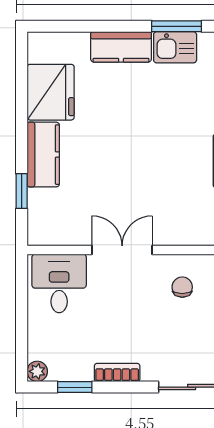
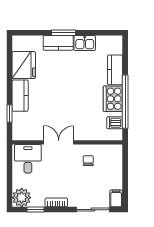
window: (177, 26) -> (63, 33), moved
plant: (37, 371) -> (22, 198), width x1.87, depth x1.87

